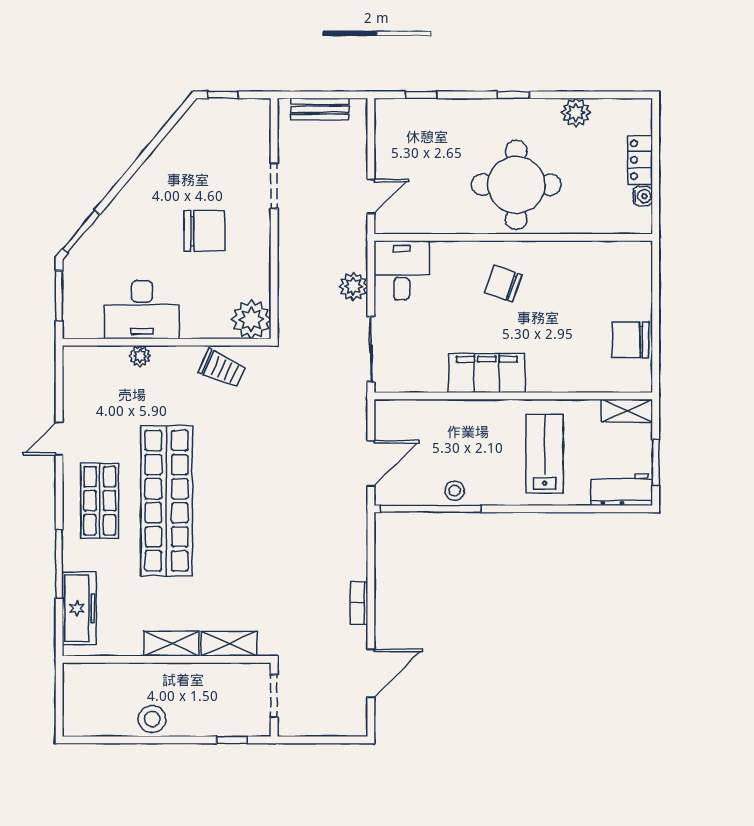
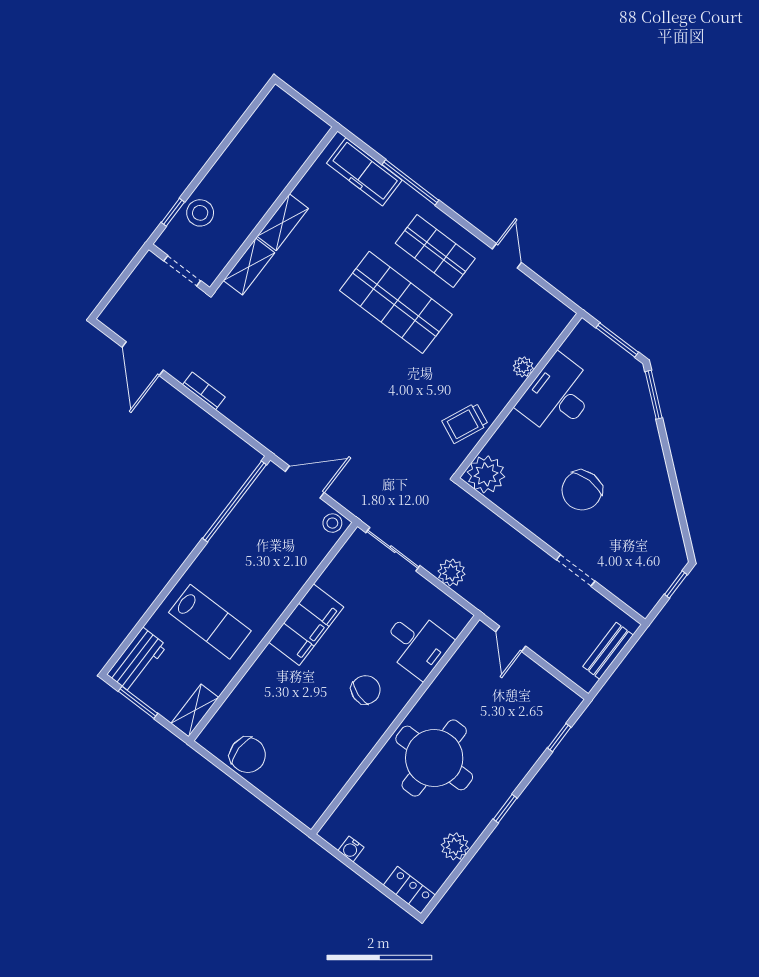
locker: (640, 160) -> (409, 890), moved
desk: (402, 270) -> (417, 644), moved
chair: (630, 340) -> (248, 755), turned 90
door: (371, 463) -> (305, 482), swing flipped
stool: (455, 491) -> (332, 523), moved
shop shelf: (167, 501) -> (396, 302), width x0.71
stool: (152, 719) -> (200, 213), moved

